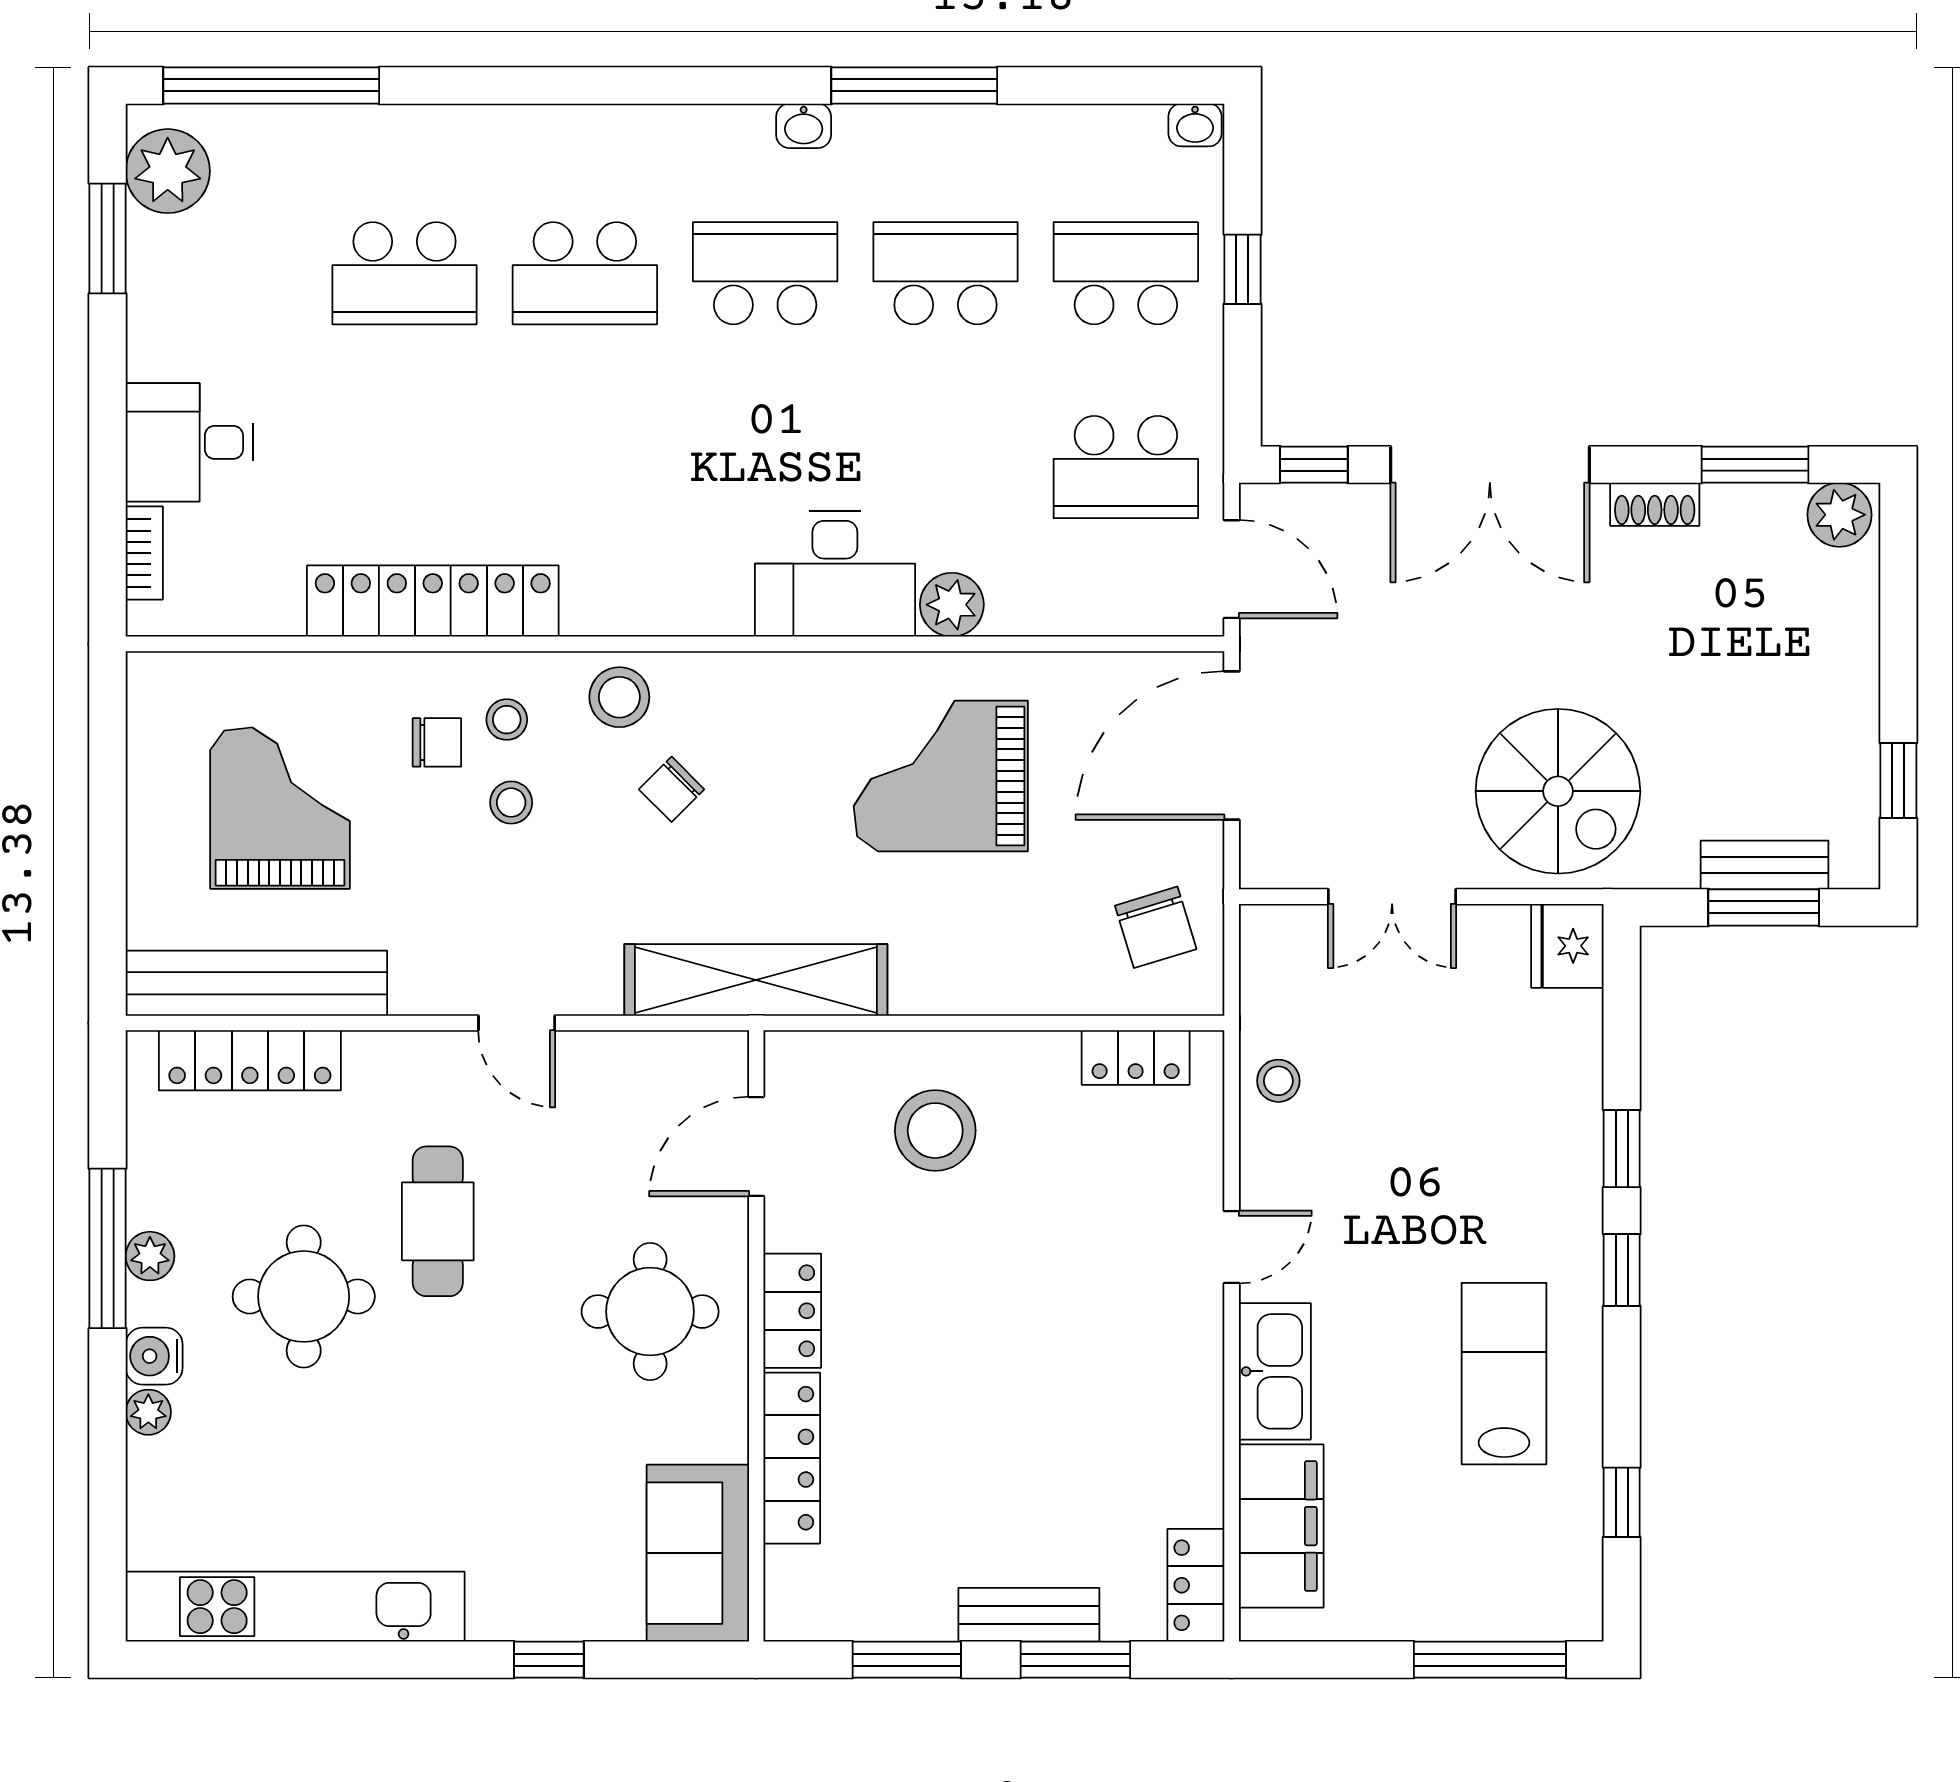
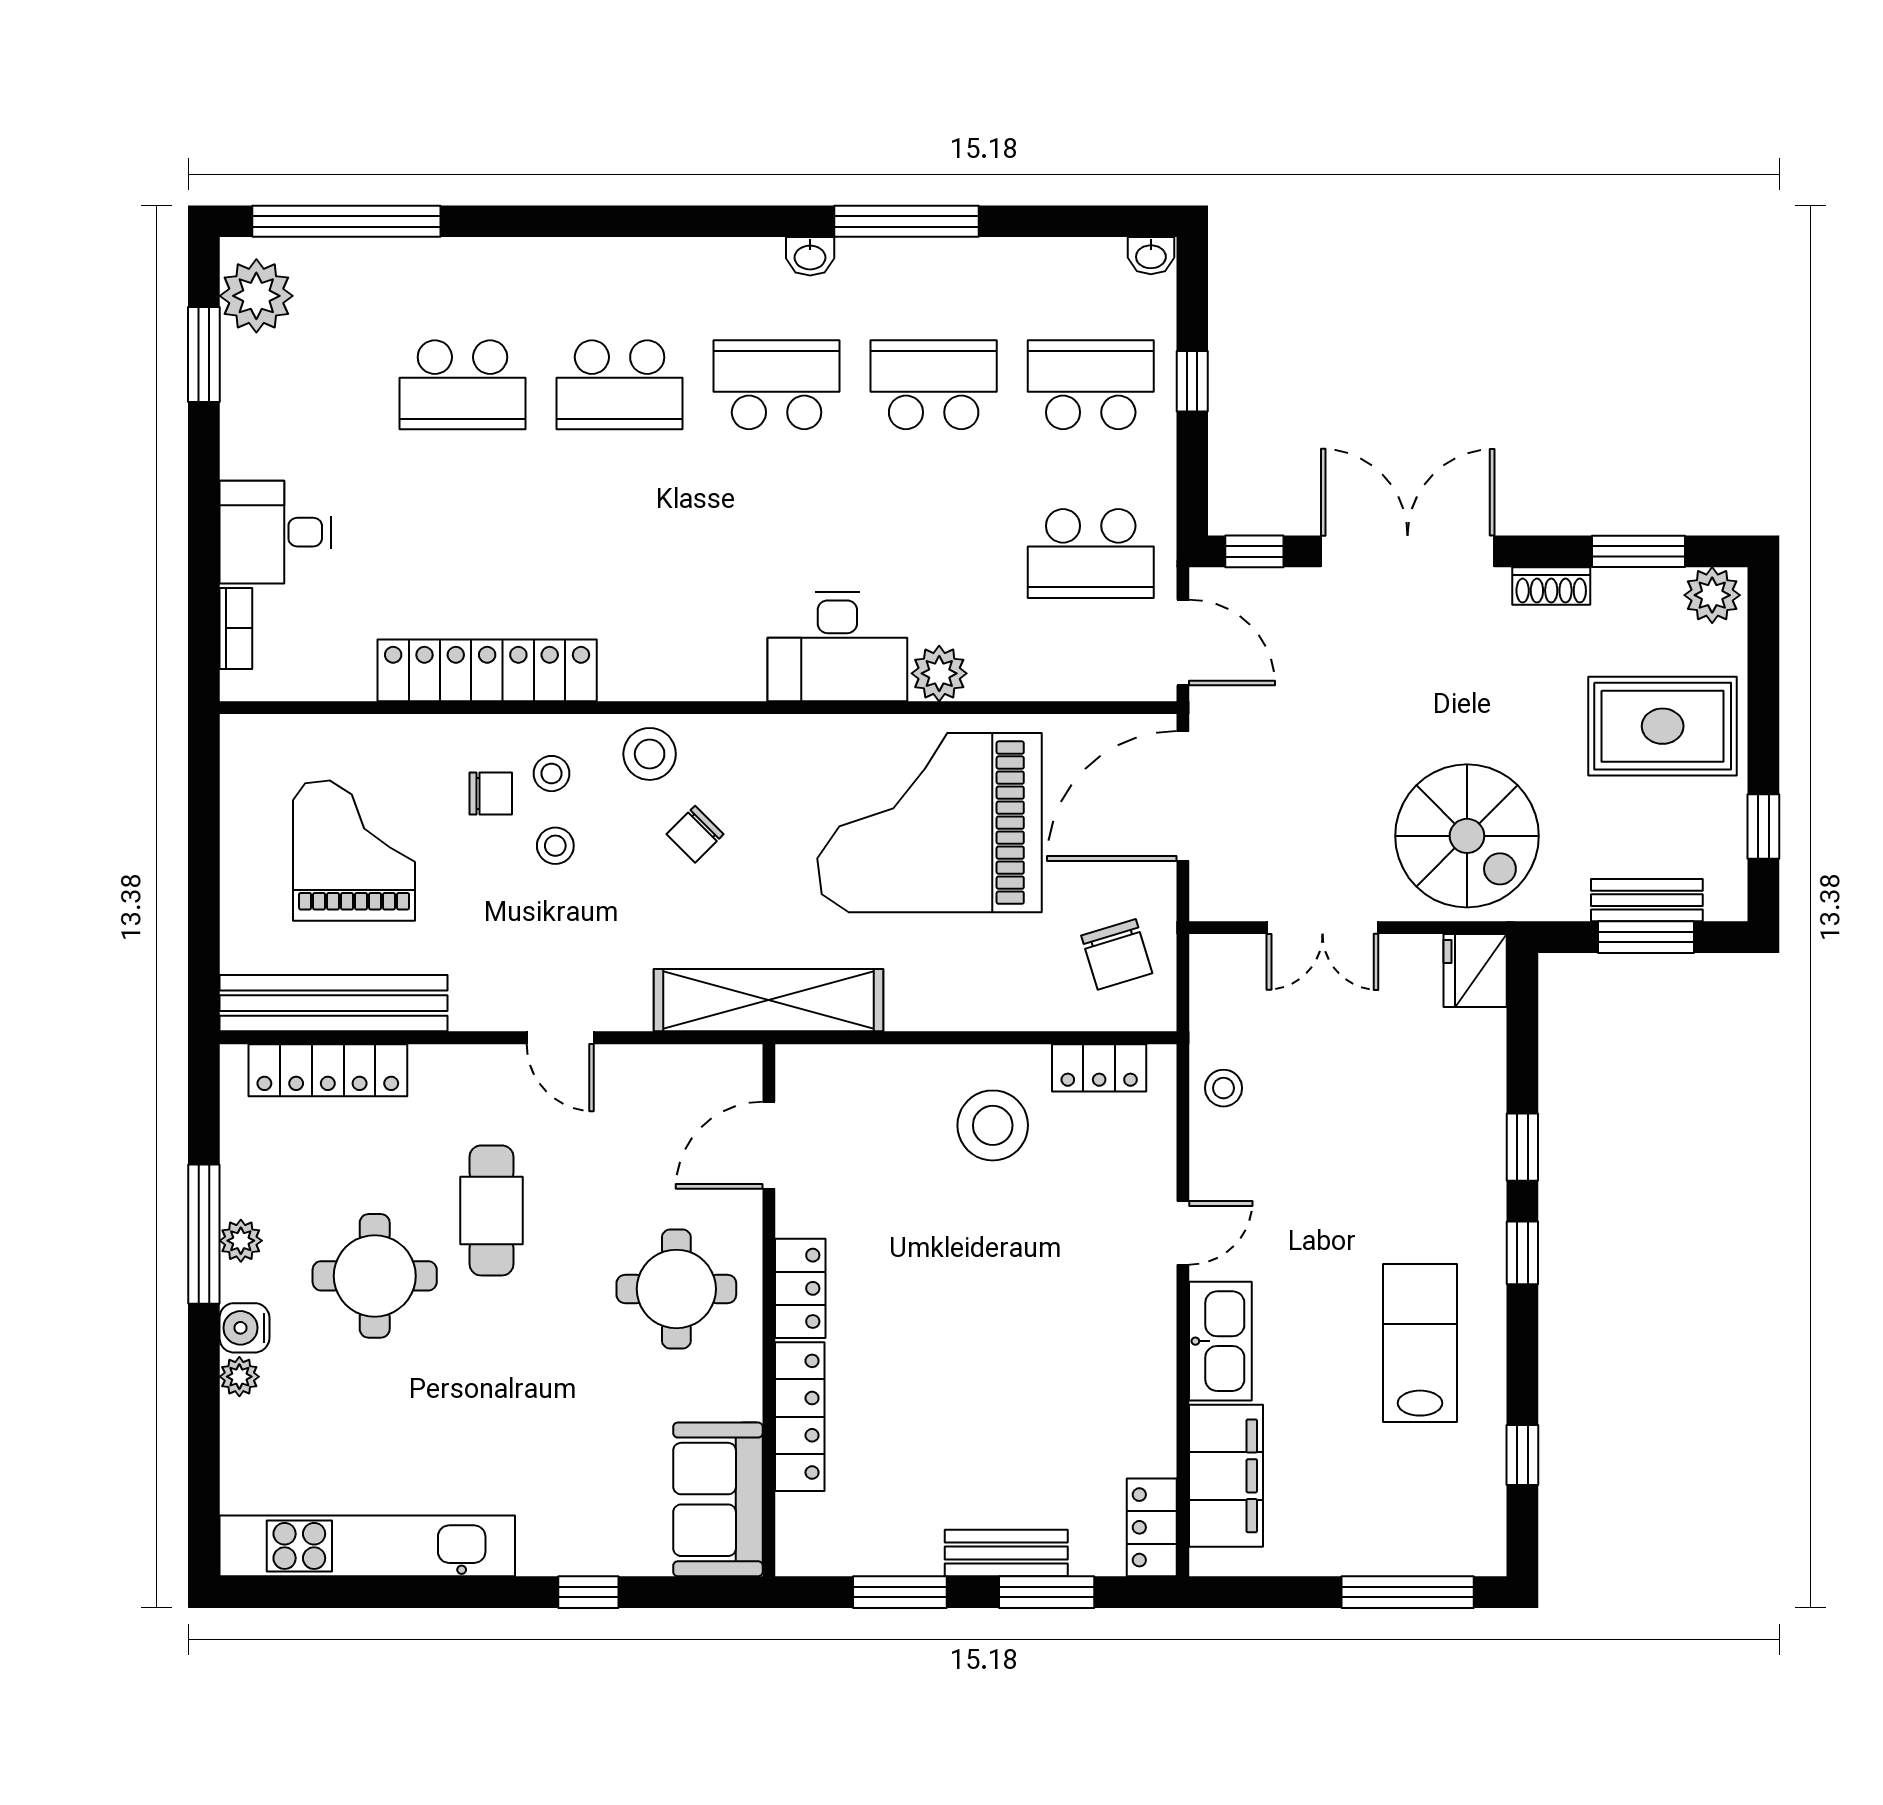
double door: (1490, 465) -> (1408, 551), swing flipped
rug: (1782, 665) -> (1663, 726), added
grand piano: (941, 776) -> (929, 823), width x1.37, depth x1.48
stool: (935, 1131) -> (993, 1125), moved

